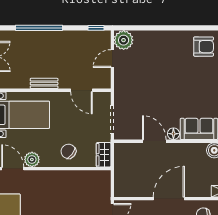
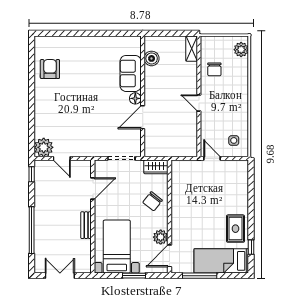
door: (169, 199) -> (199, 103), width x0.53

